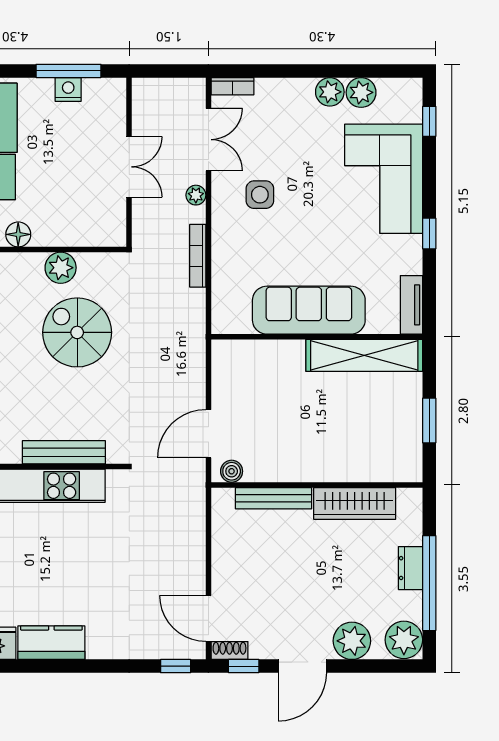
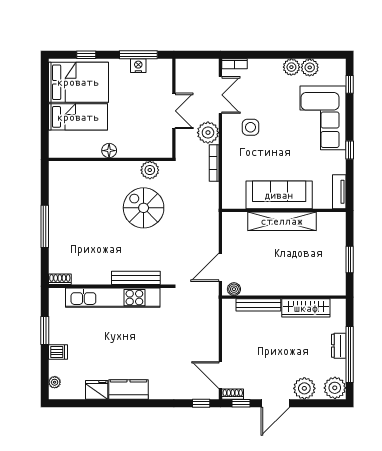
plant: (196, 195) -> (208, 133), width x1.87, depth x1.87
plant: (61, 268) -> (150, 170), moved
shelving: (364, 355) -> (282, 221), moved

